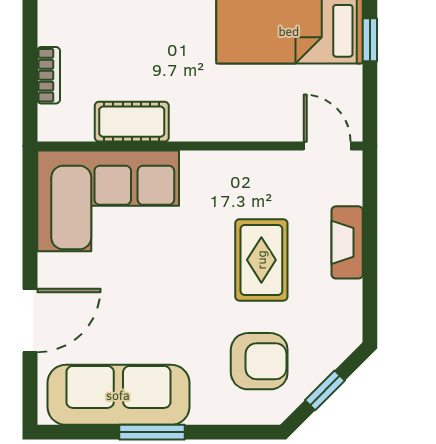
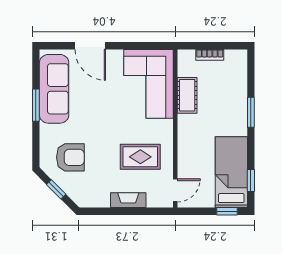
rug: (261, 260) -> (140, 157), moved
armchair: (259, 361) -> (70, 157), turned -90

